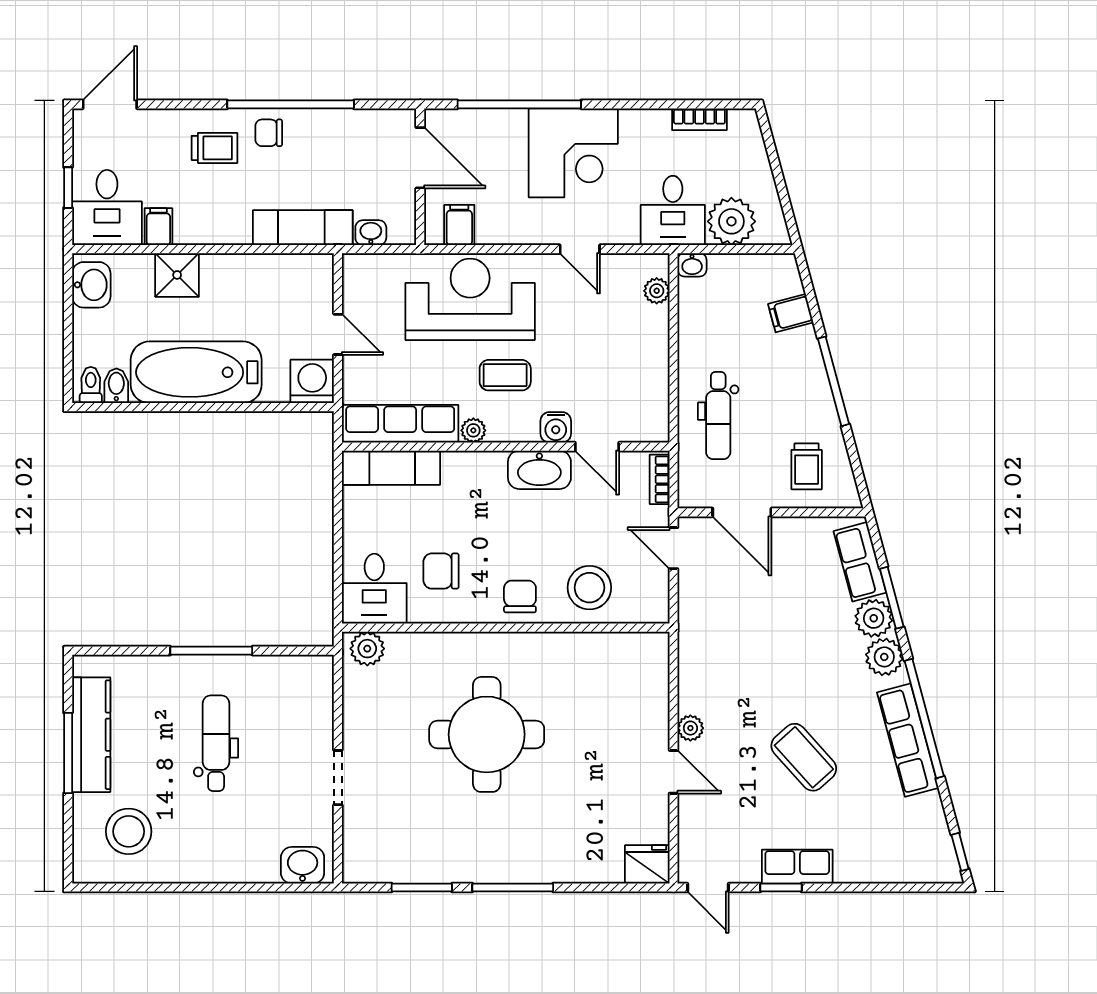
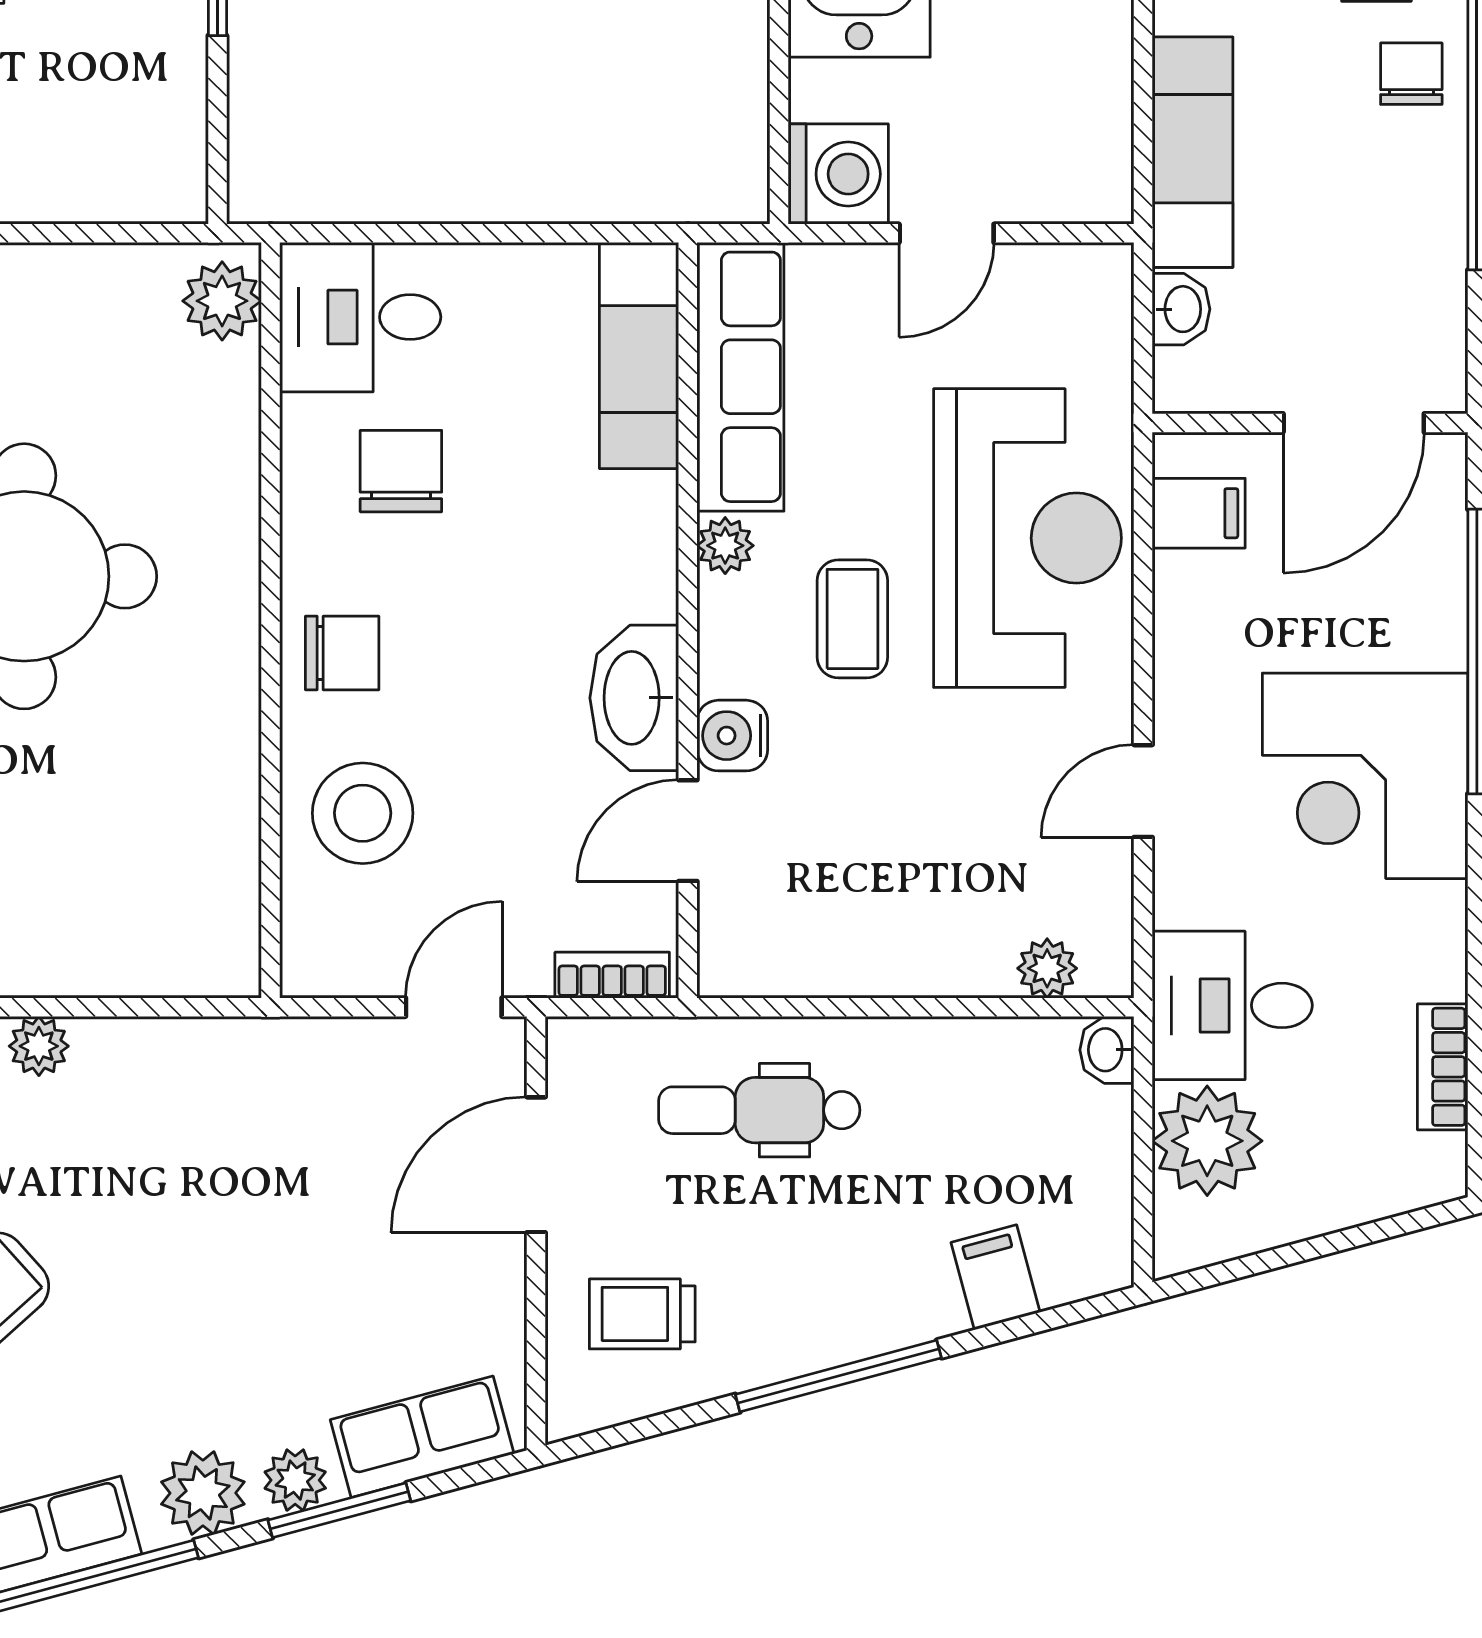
plant: (874, 618) -> (295, 1480), width x0.73, depth x0.73

